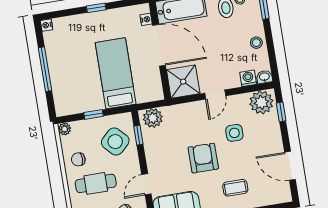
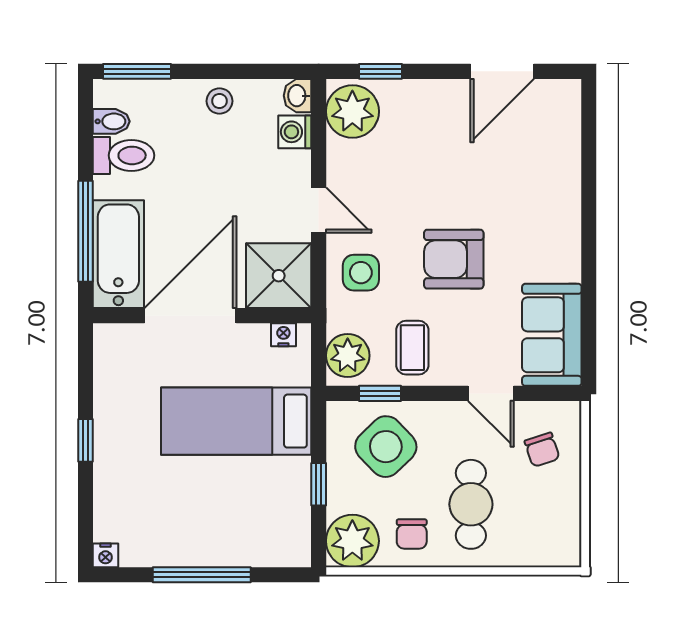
nightstand: (146, 19) -> (283, 335), moved
plant: (65, 129) -> (352, 541), width x1.88, depth x1.88
side table: (234, 133) -> (361, 273), moved
coffee table: (235, 188) -> (412, 348), moved

